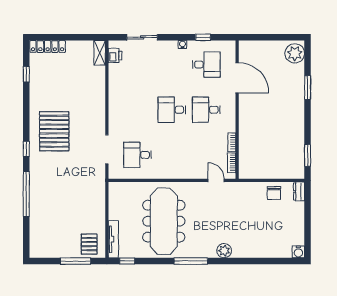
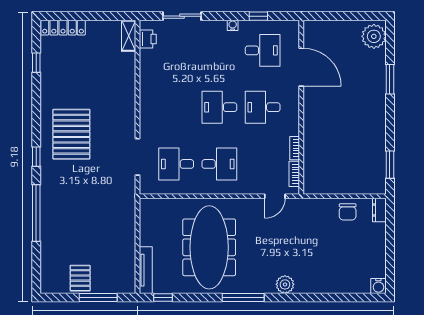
desk: (172, 155) -> (219, 164), added
door: (216, 180) -> (275, 196), swing flipped
pallet: (89, 244) -> (80, 278), moved

